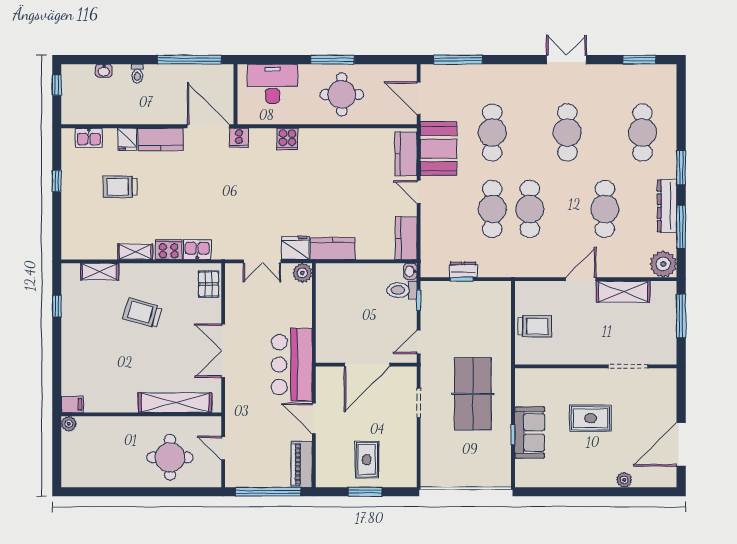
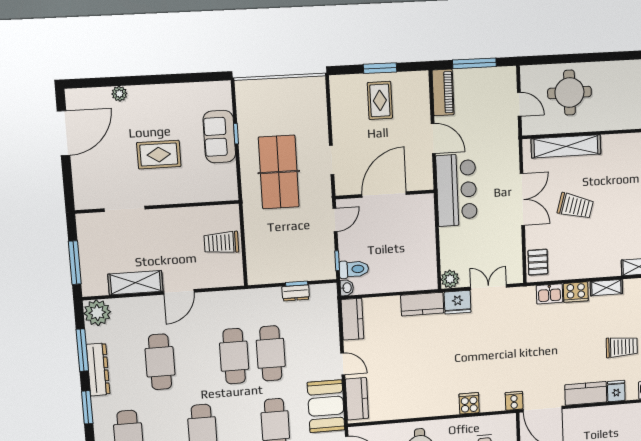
trolley: (142, 313) -> (575, 206), moved
window: (268, 492) -> (474, 63), width x0.68

